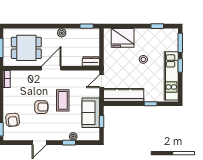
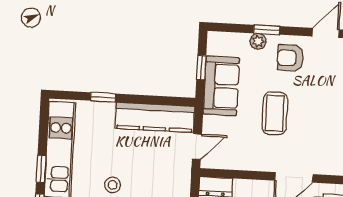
armchair: (41, 107) -> (290, 58), moved

